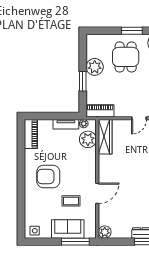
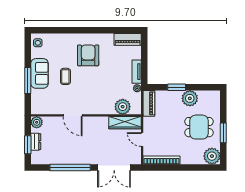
wardrobe: (105, 137) -> (125, 123), moved
plant: (88, 139) -> (123, 107), moved
wall: (97, 179) -> (86, 115), moved
door: (97, 193) -> (73, 115), moved
plant: (105, 232) -> (37, 122), moved

